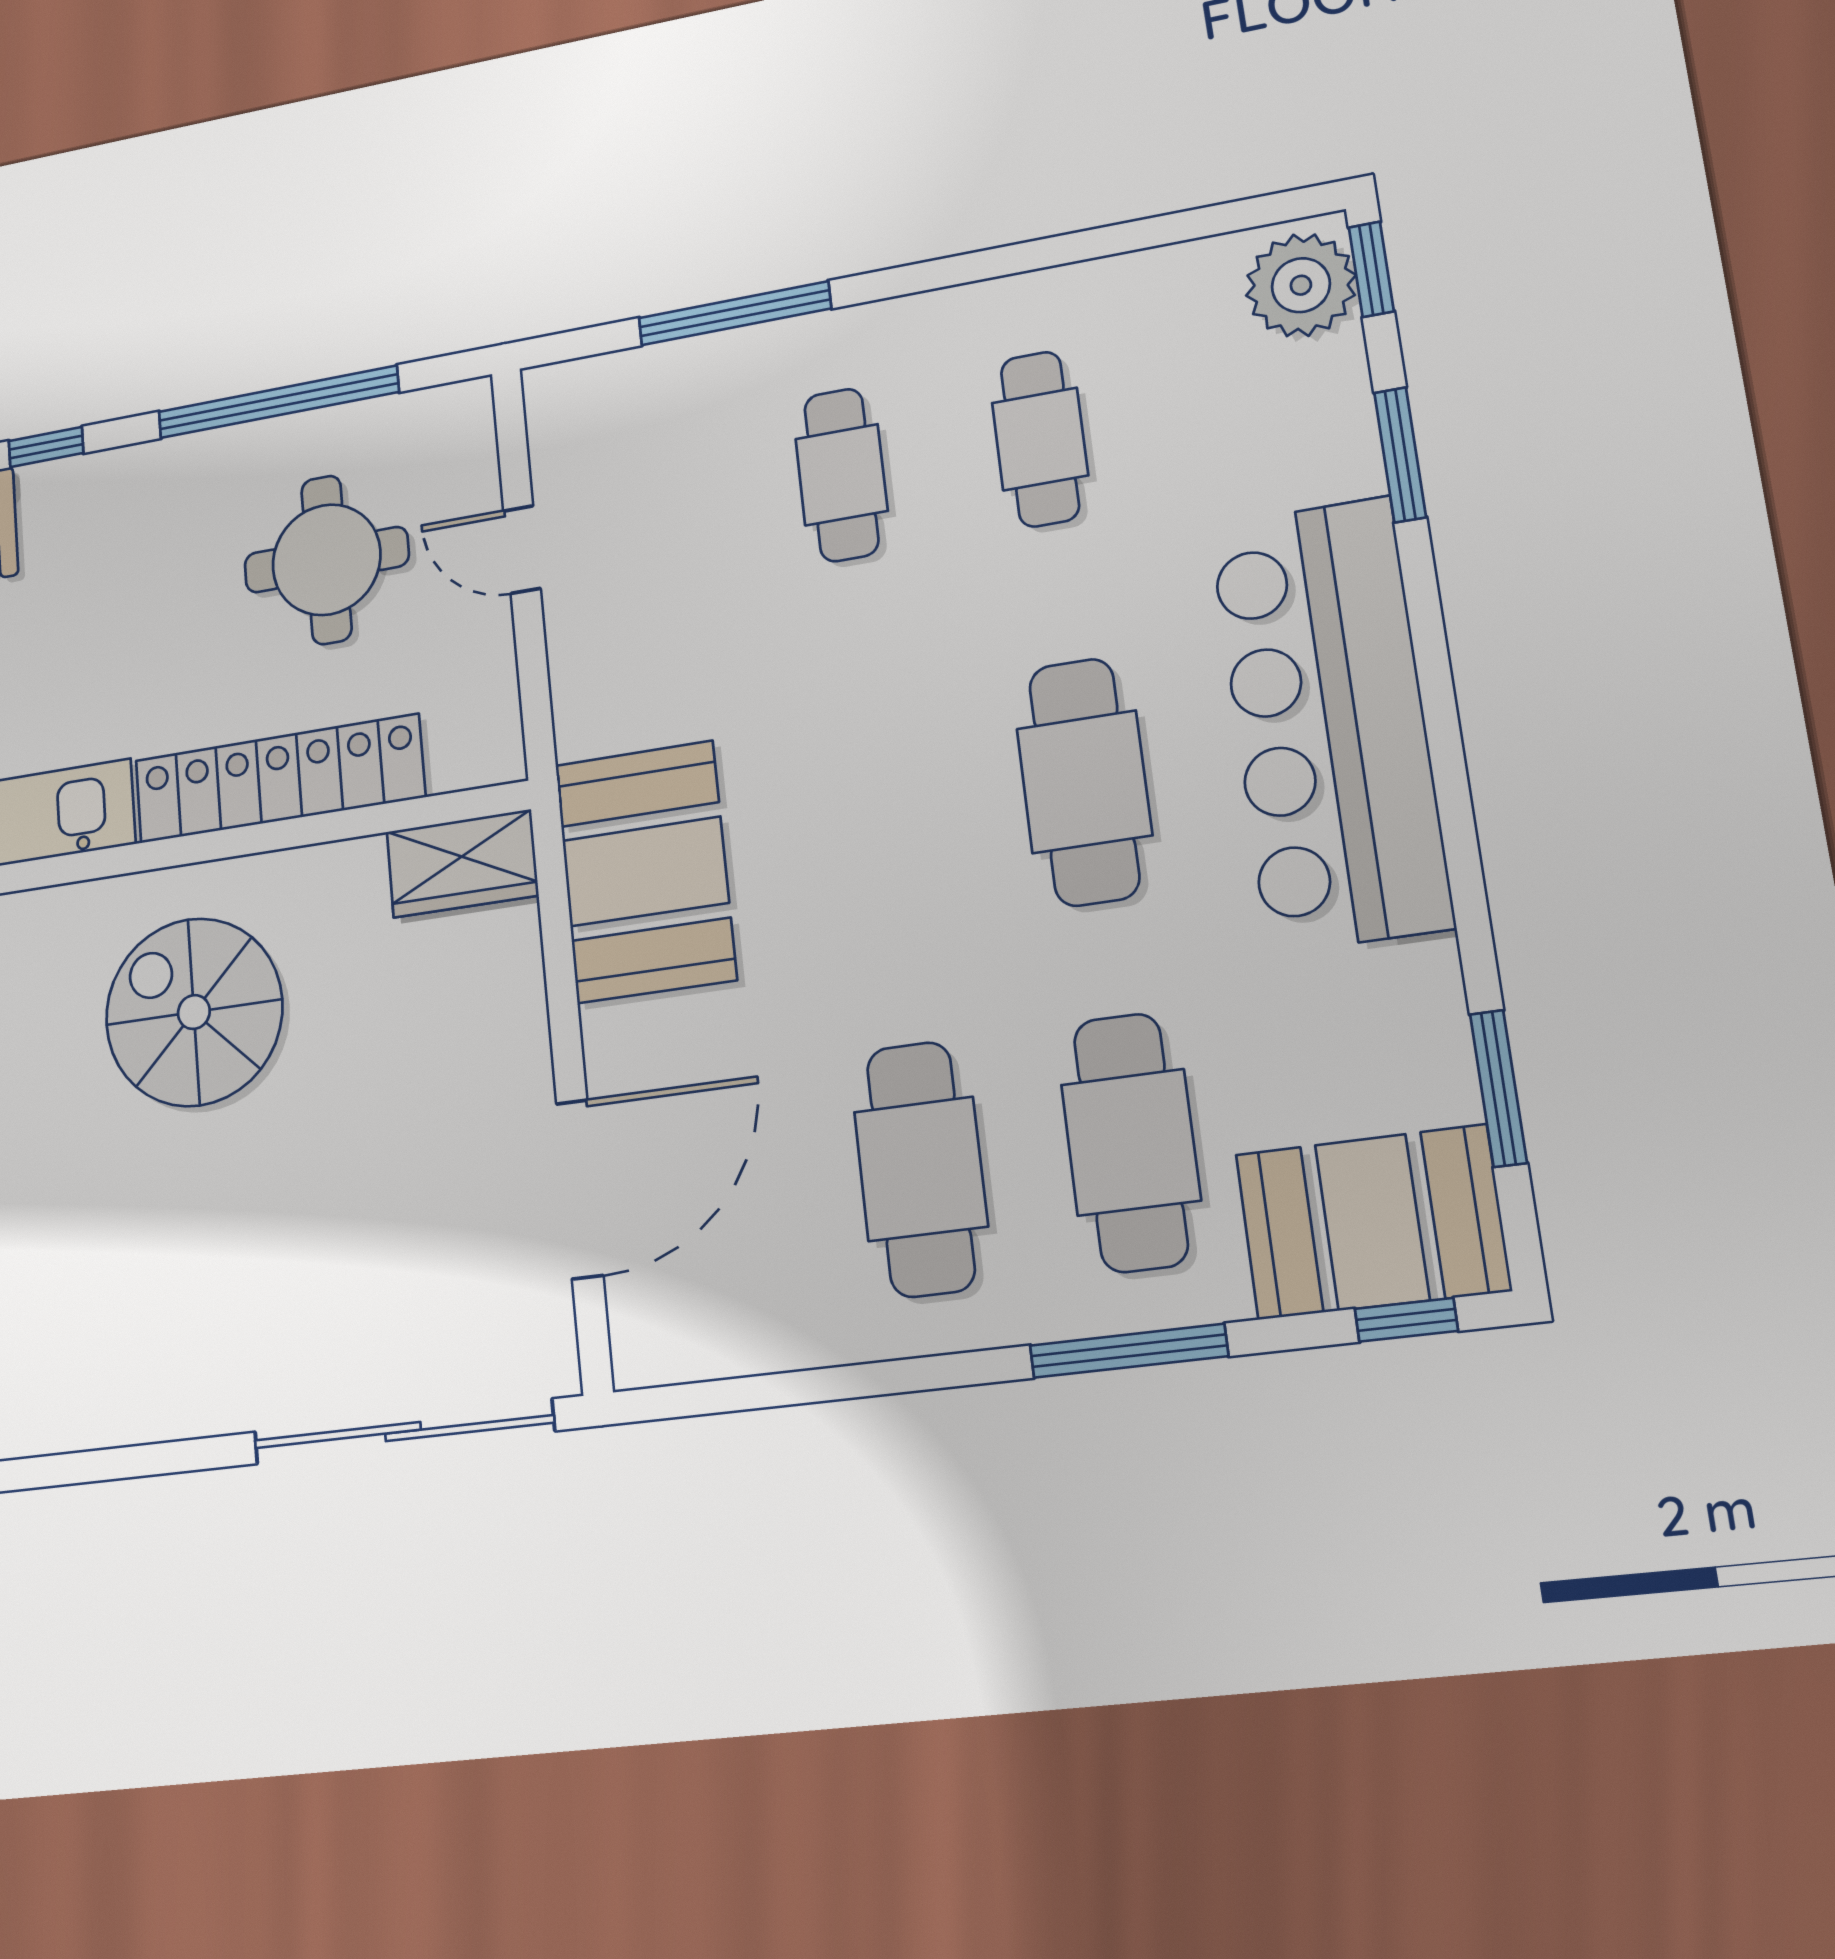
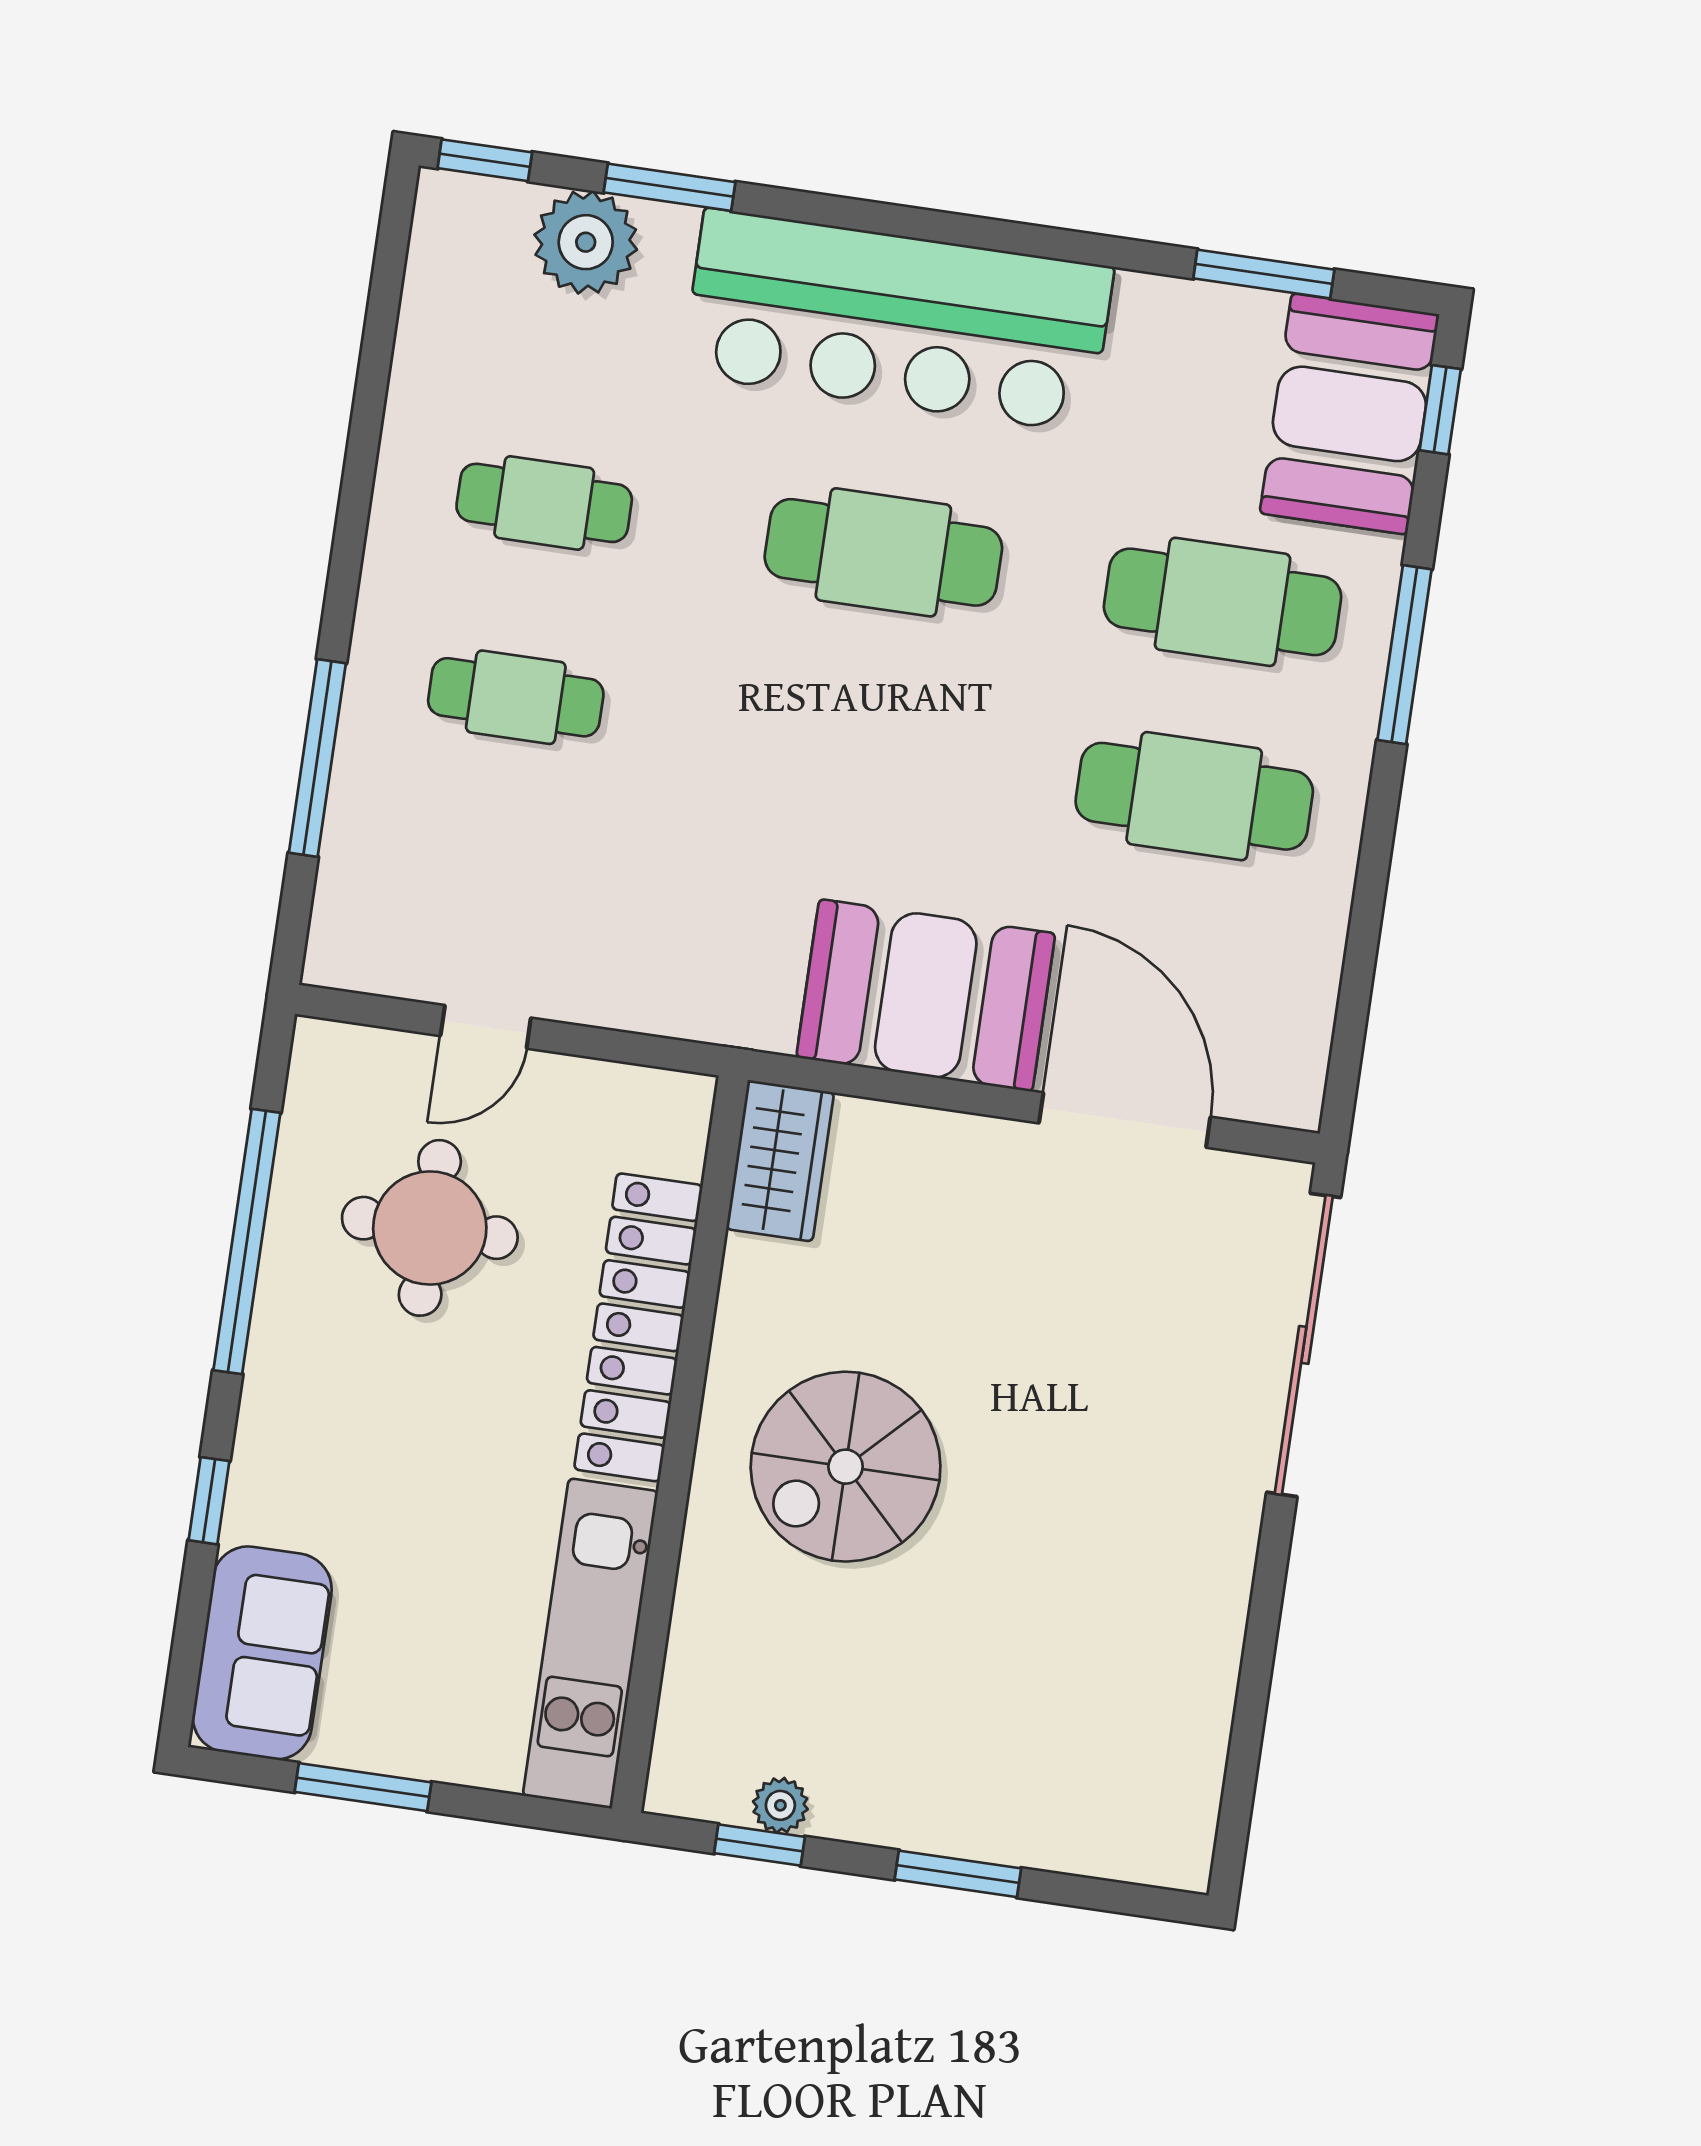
plant: (1301, 285) -> (586, 242), moved
booth: (645, 872) -> (926, 995), moved

